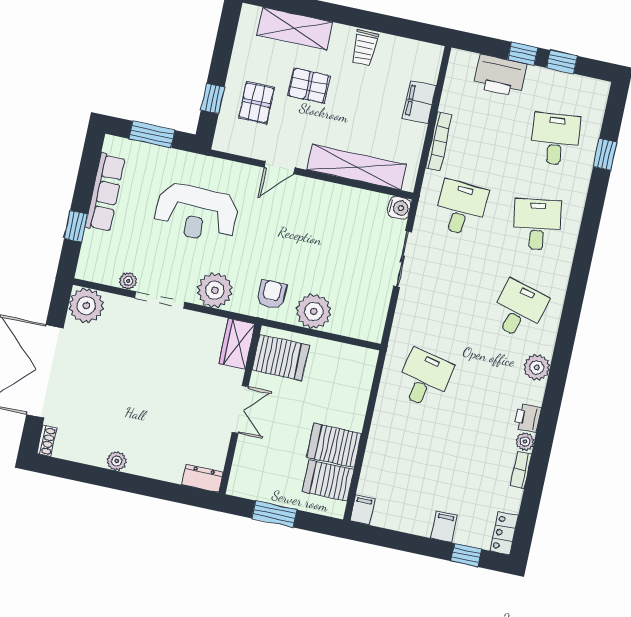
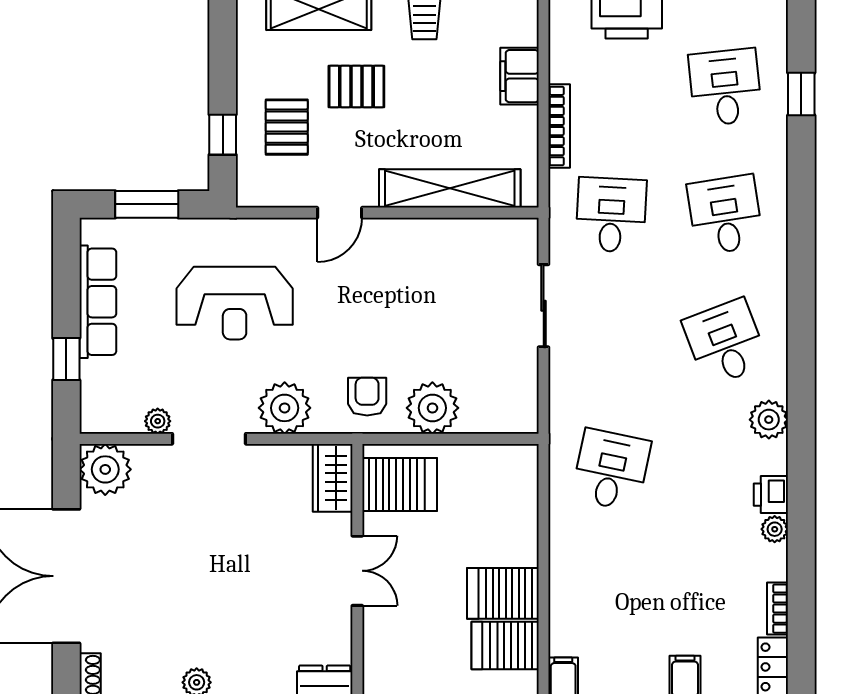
water cooler: (399, 208) -> (523, 233), removed
desk: (519, 310) -> (725, 342), turned -36
bookcase: (521, 470) -> (777, 609), moved

